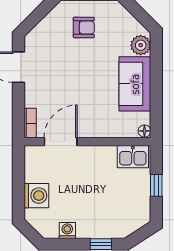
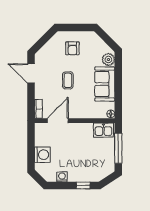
armchair: (84, 27) -> (72, 48), turned 90
coffee table: (77, 78) -> (68, 80), added
window: (156, 185) -> (118, 148), width x2.17

